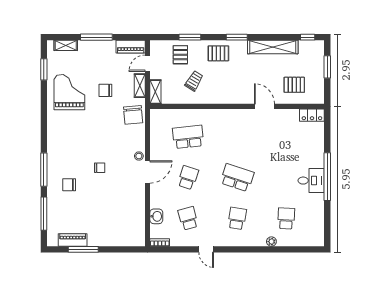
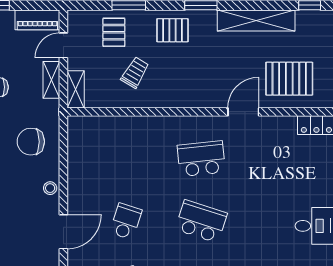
pallet: (294, 85) -> (289, 79), width x1.50, depth x1.42
door: (264, 106) -> (243, 112), hinge flipped
chair: (133, 115) -> (31, 142), moved, turned 95
school desk: (188, 137) -> (201, 159), moved
door: (148, 172) -> (63, 232), moved

